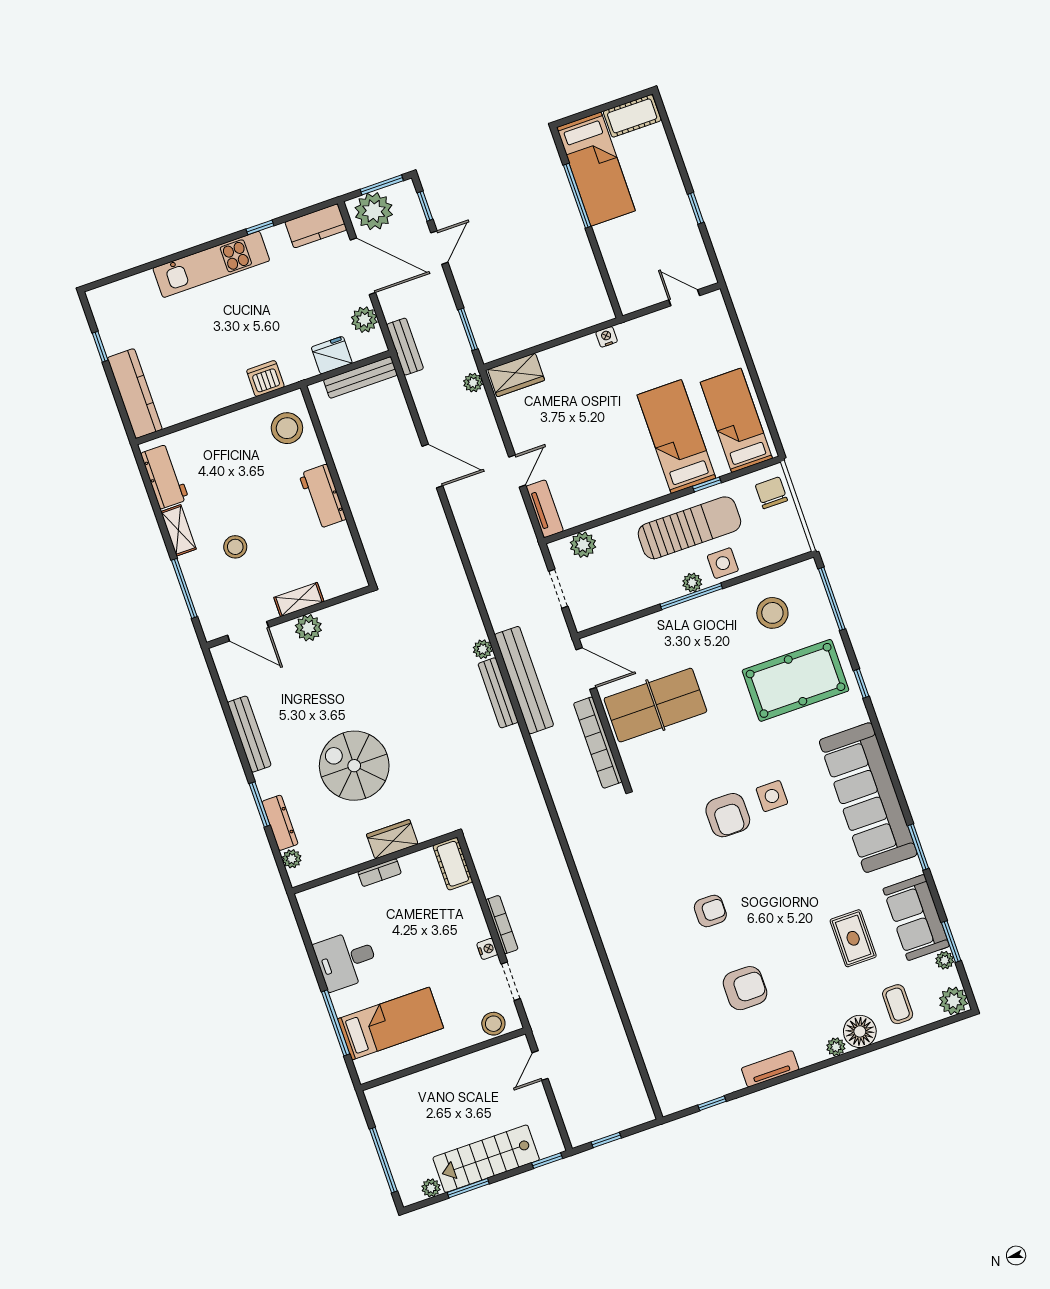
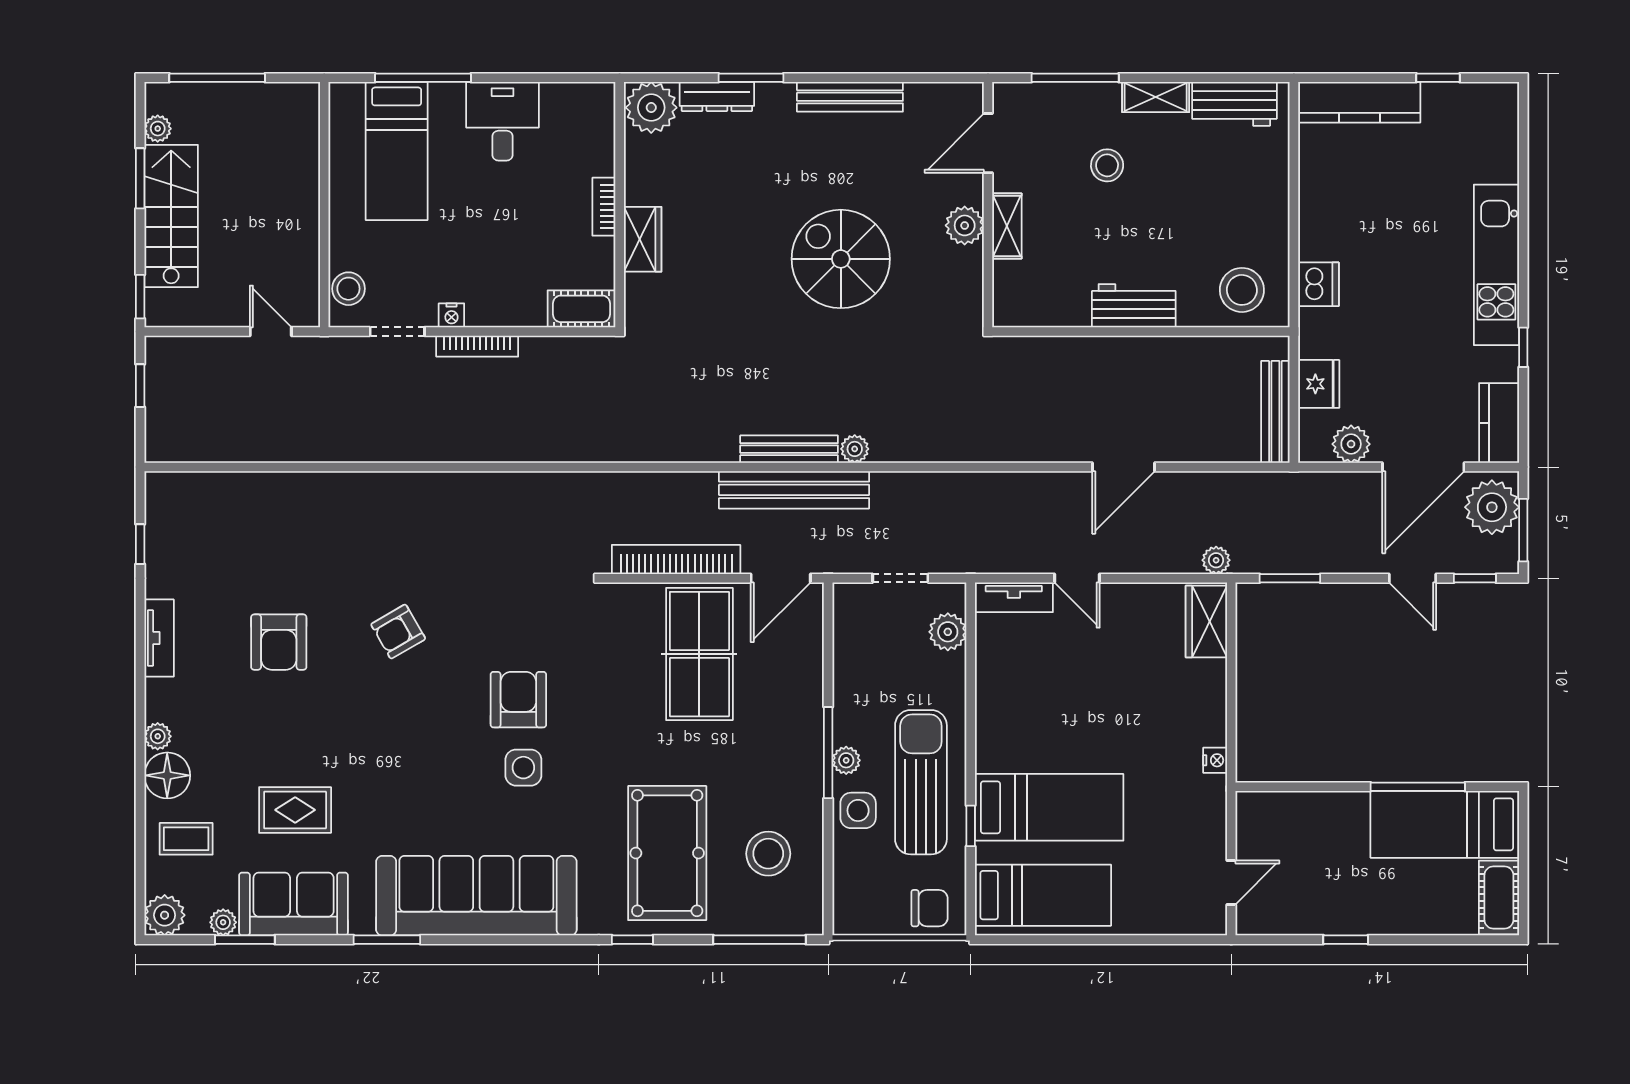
bench: (405, 347) -> (1296, 486), removed
sun lounger: (689, 528) -> (921, 782), turned 180
spiral stairs: (354, 766) -> (841, 259), moved, turned -90
armchair: (728, 815) -> (518, 700), turned 90
plant: (292, 859) -> (651, 108), width x1.88, depth x1.88
armchair: (710, 911) -> (398, 632), turned 60

